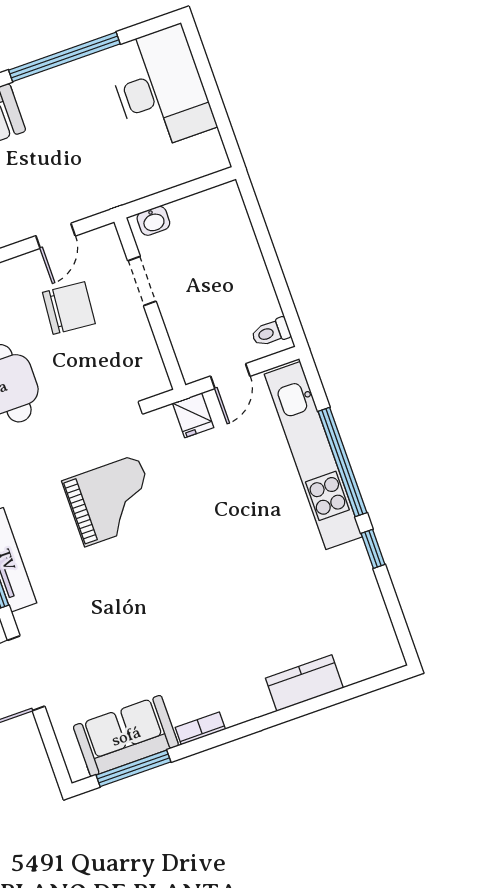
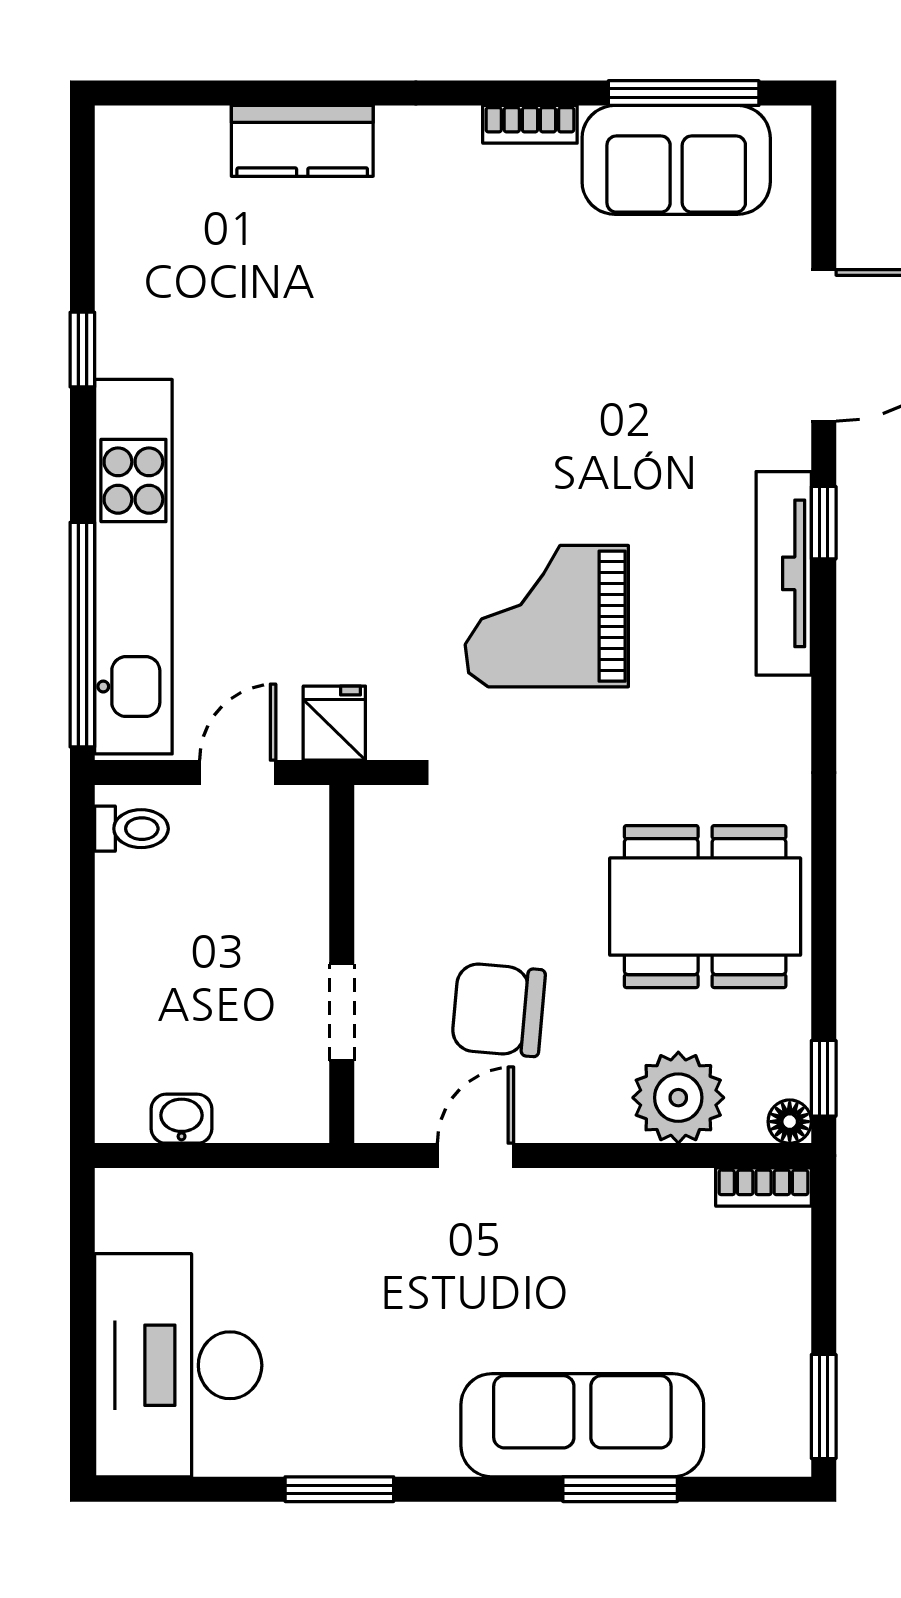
window: (64, 57) -> (339, 1489), width x0.47
washbasin: (153, 221) -> (182, 1119), moved
window: (342, 462) -> (82, 635), moved

